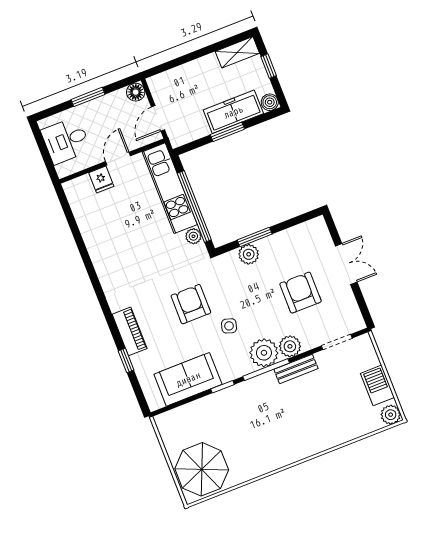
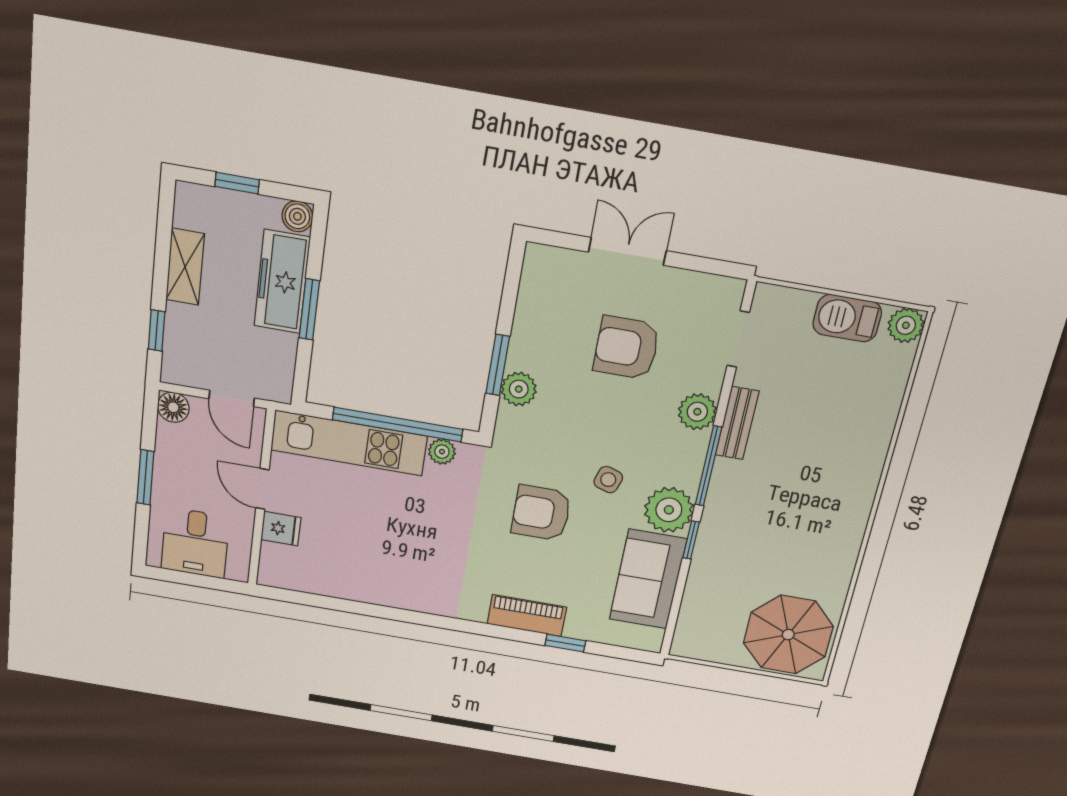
shelving: (237, 52) -> (185, 267), moved
window: (172, 64) -> (157, 330), added
plant: (264, 353) -> (669, 510), moved

